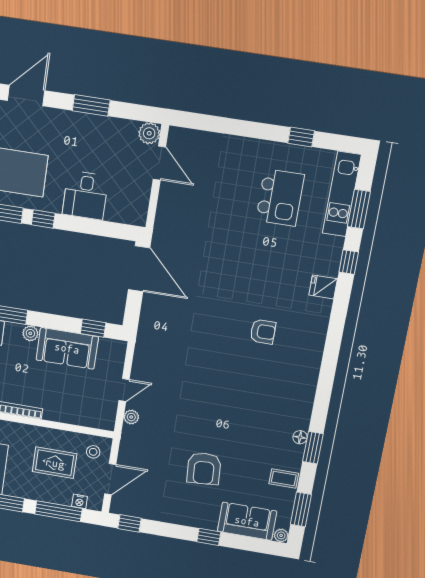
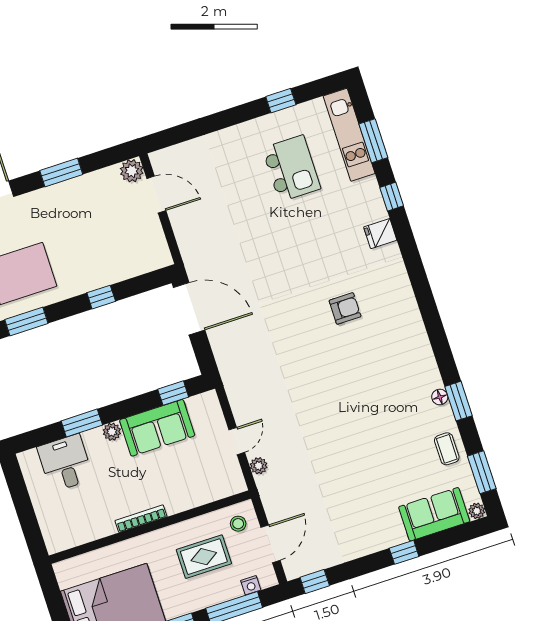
desk: (85, 195) -> (99, 263), removed
window: (43, 219) -> (101, 297), moved
armchair: (204, 469) -> (361, 481), removed
coffee table: (284, 478) -> (447, 449), turned 90

